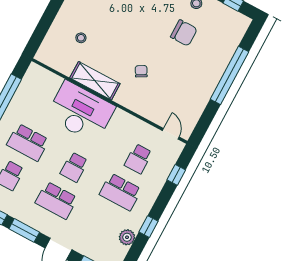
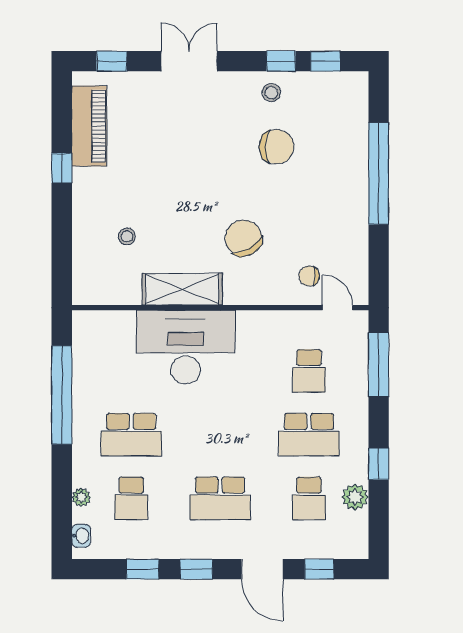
chair: (141, 71) -> (243, 238), width x1.87, depth x1.87
chair: (165, 109) -> (309, 276), added
school desk: (74, 167) -> (309, 498), moved
window: (176, 175) -> (379, 365), width x2.17
window: (24, 230) -> (196, 569), width x0.67

